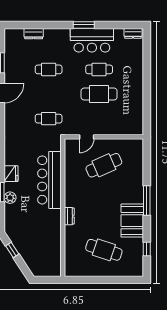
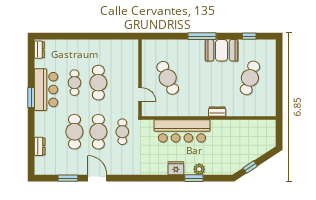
cafe table: (49, 69) -> (74, 132), width x1.37, depth x1.35
cafe table: (49, 94) -> (98, 132), added

